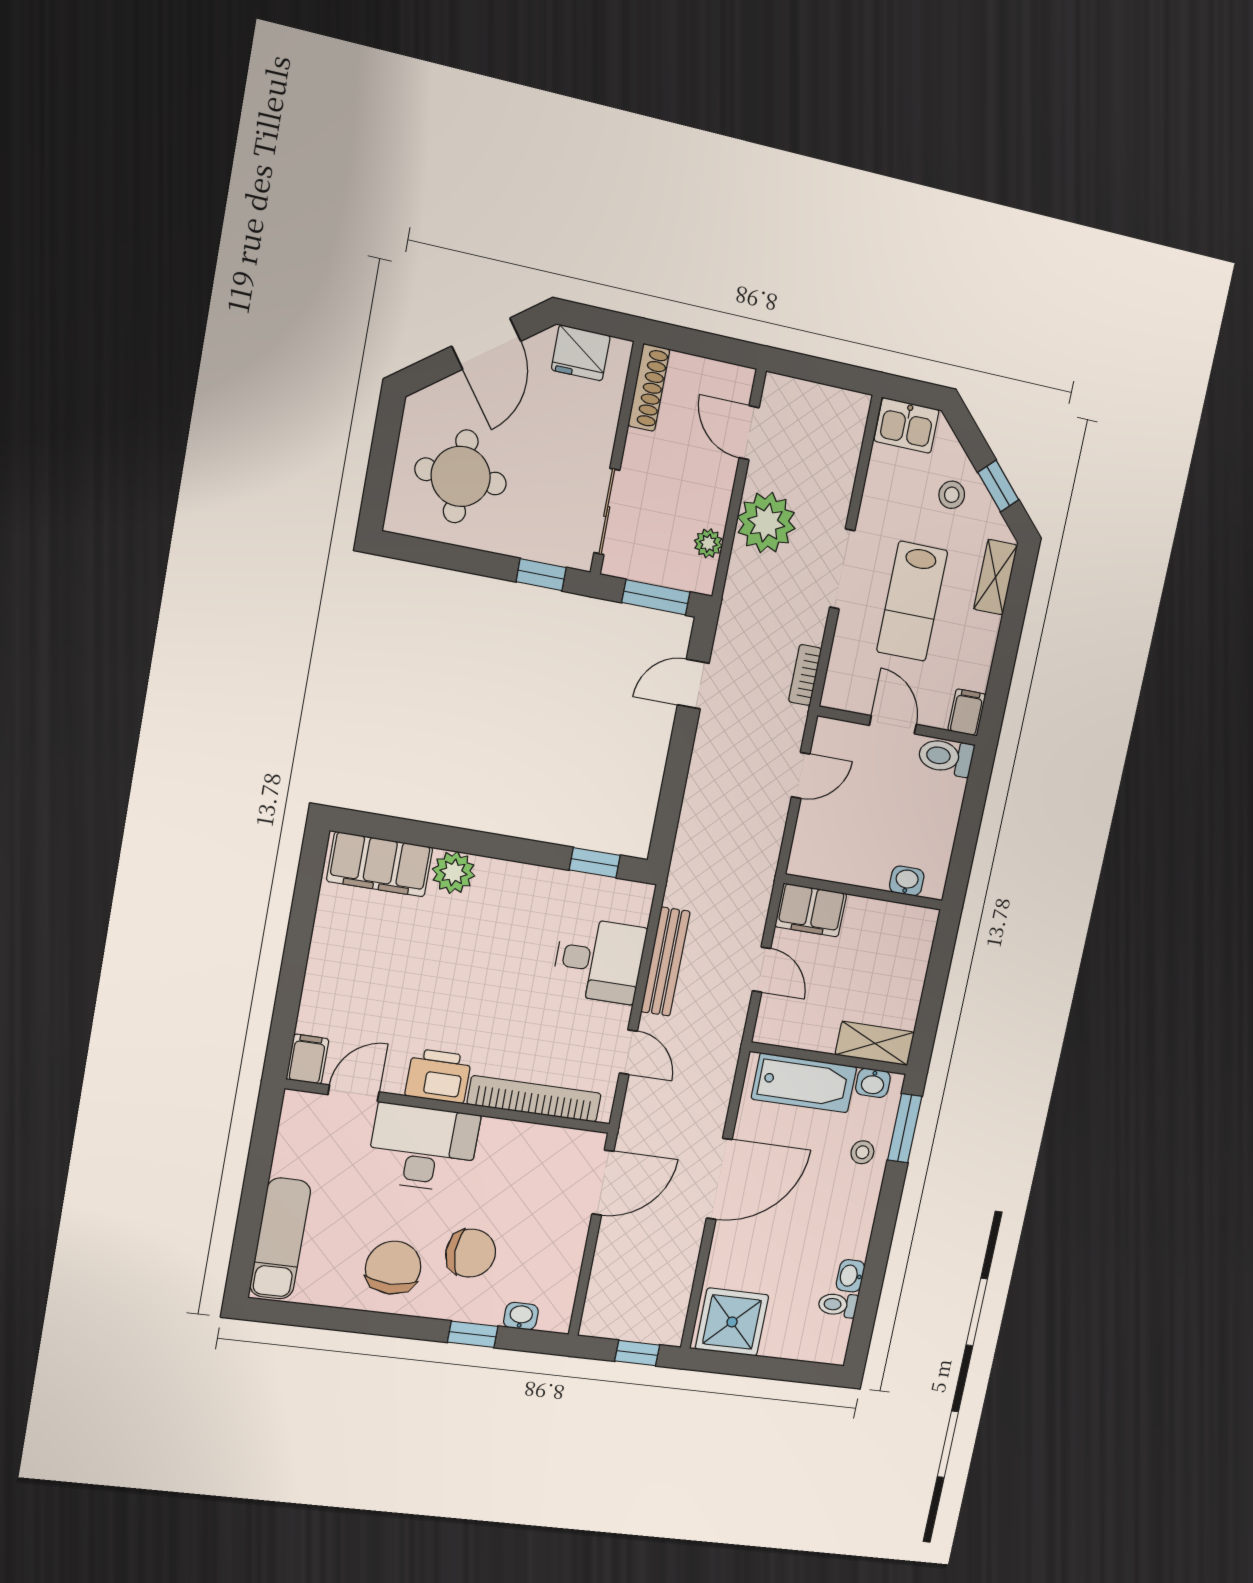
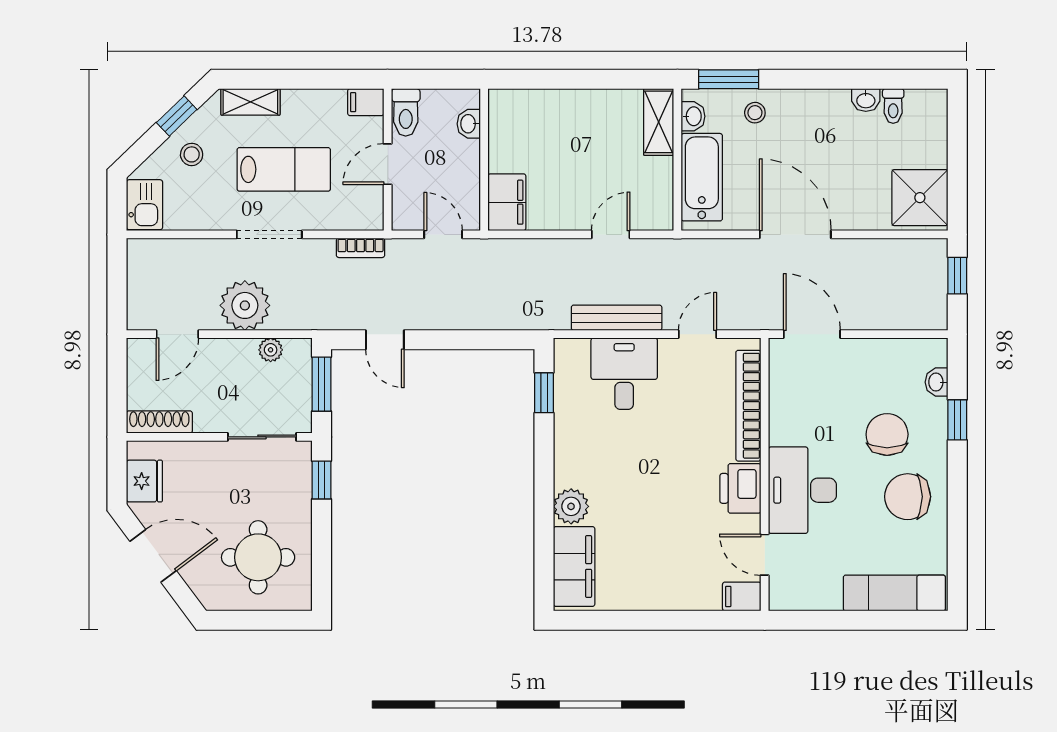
washbasin: (907, 881) -> (469, 124), moved
wall: (864, 892) -> (484, 160), moved
filing cabinet: (811, 910) -> (507, 202), moved

